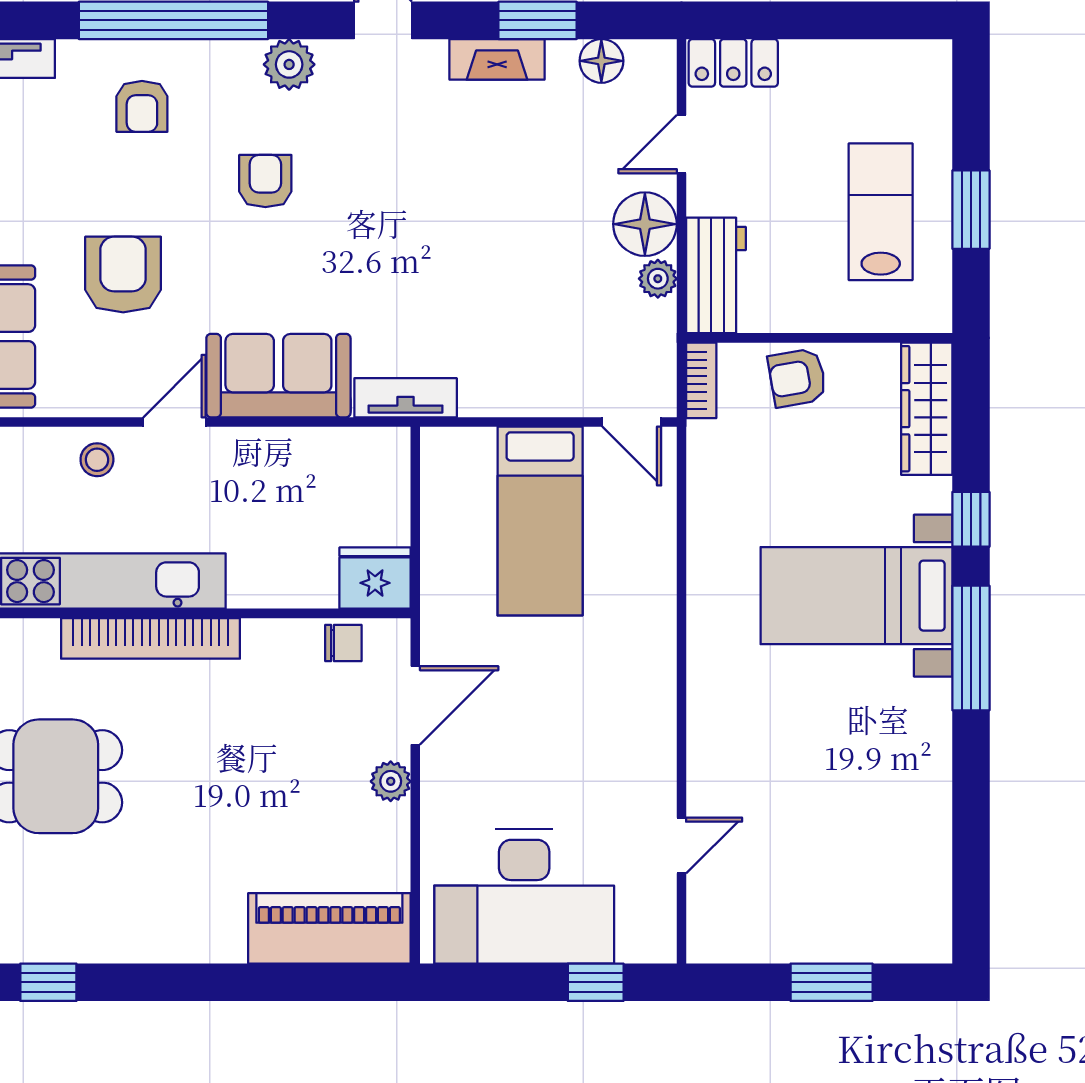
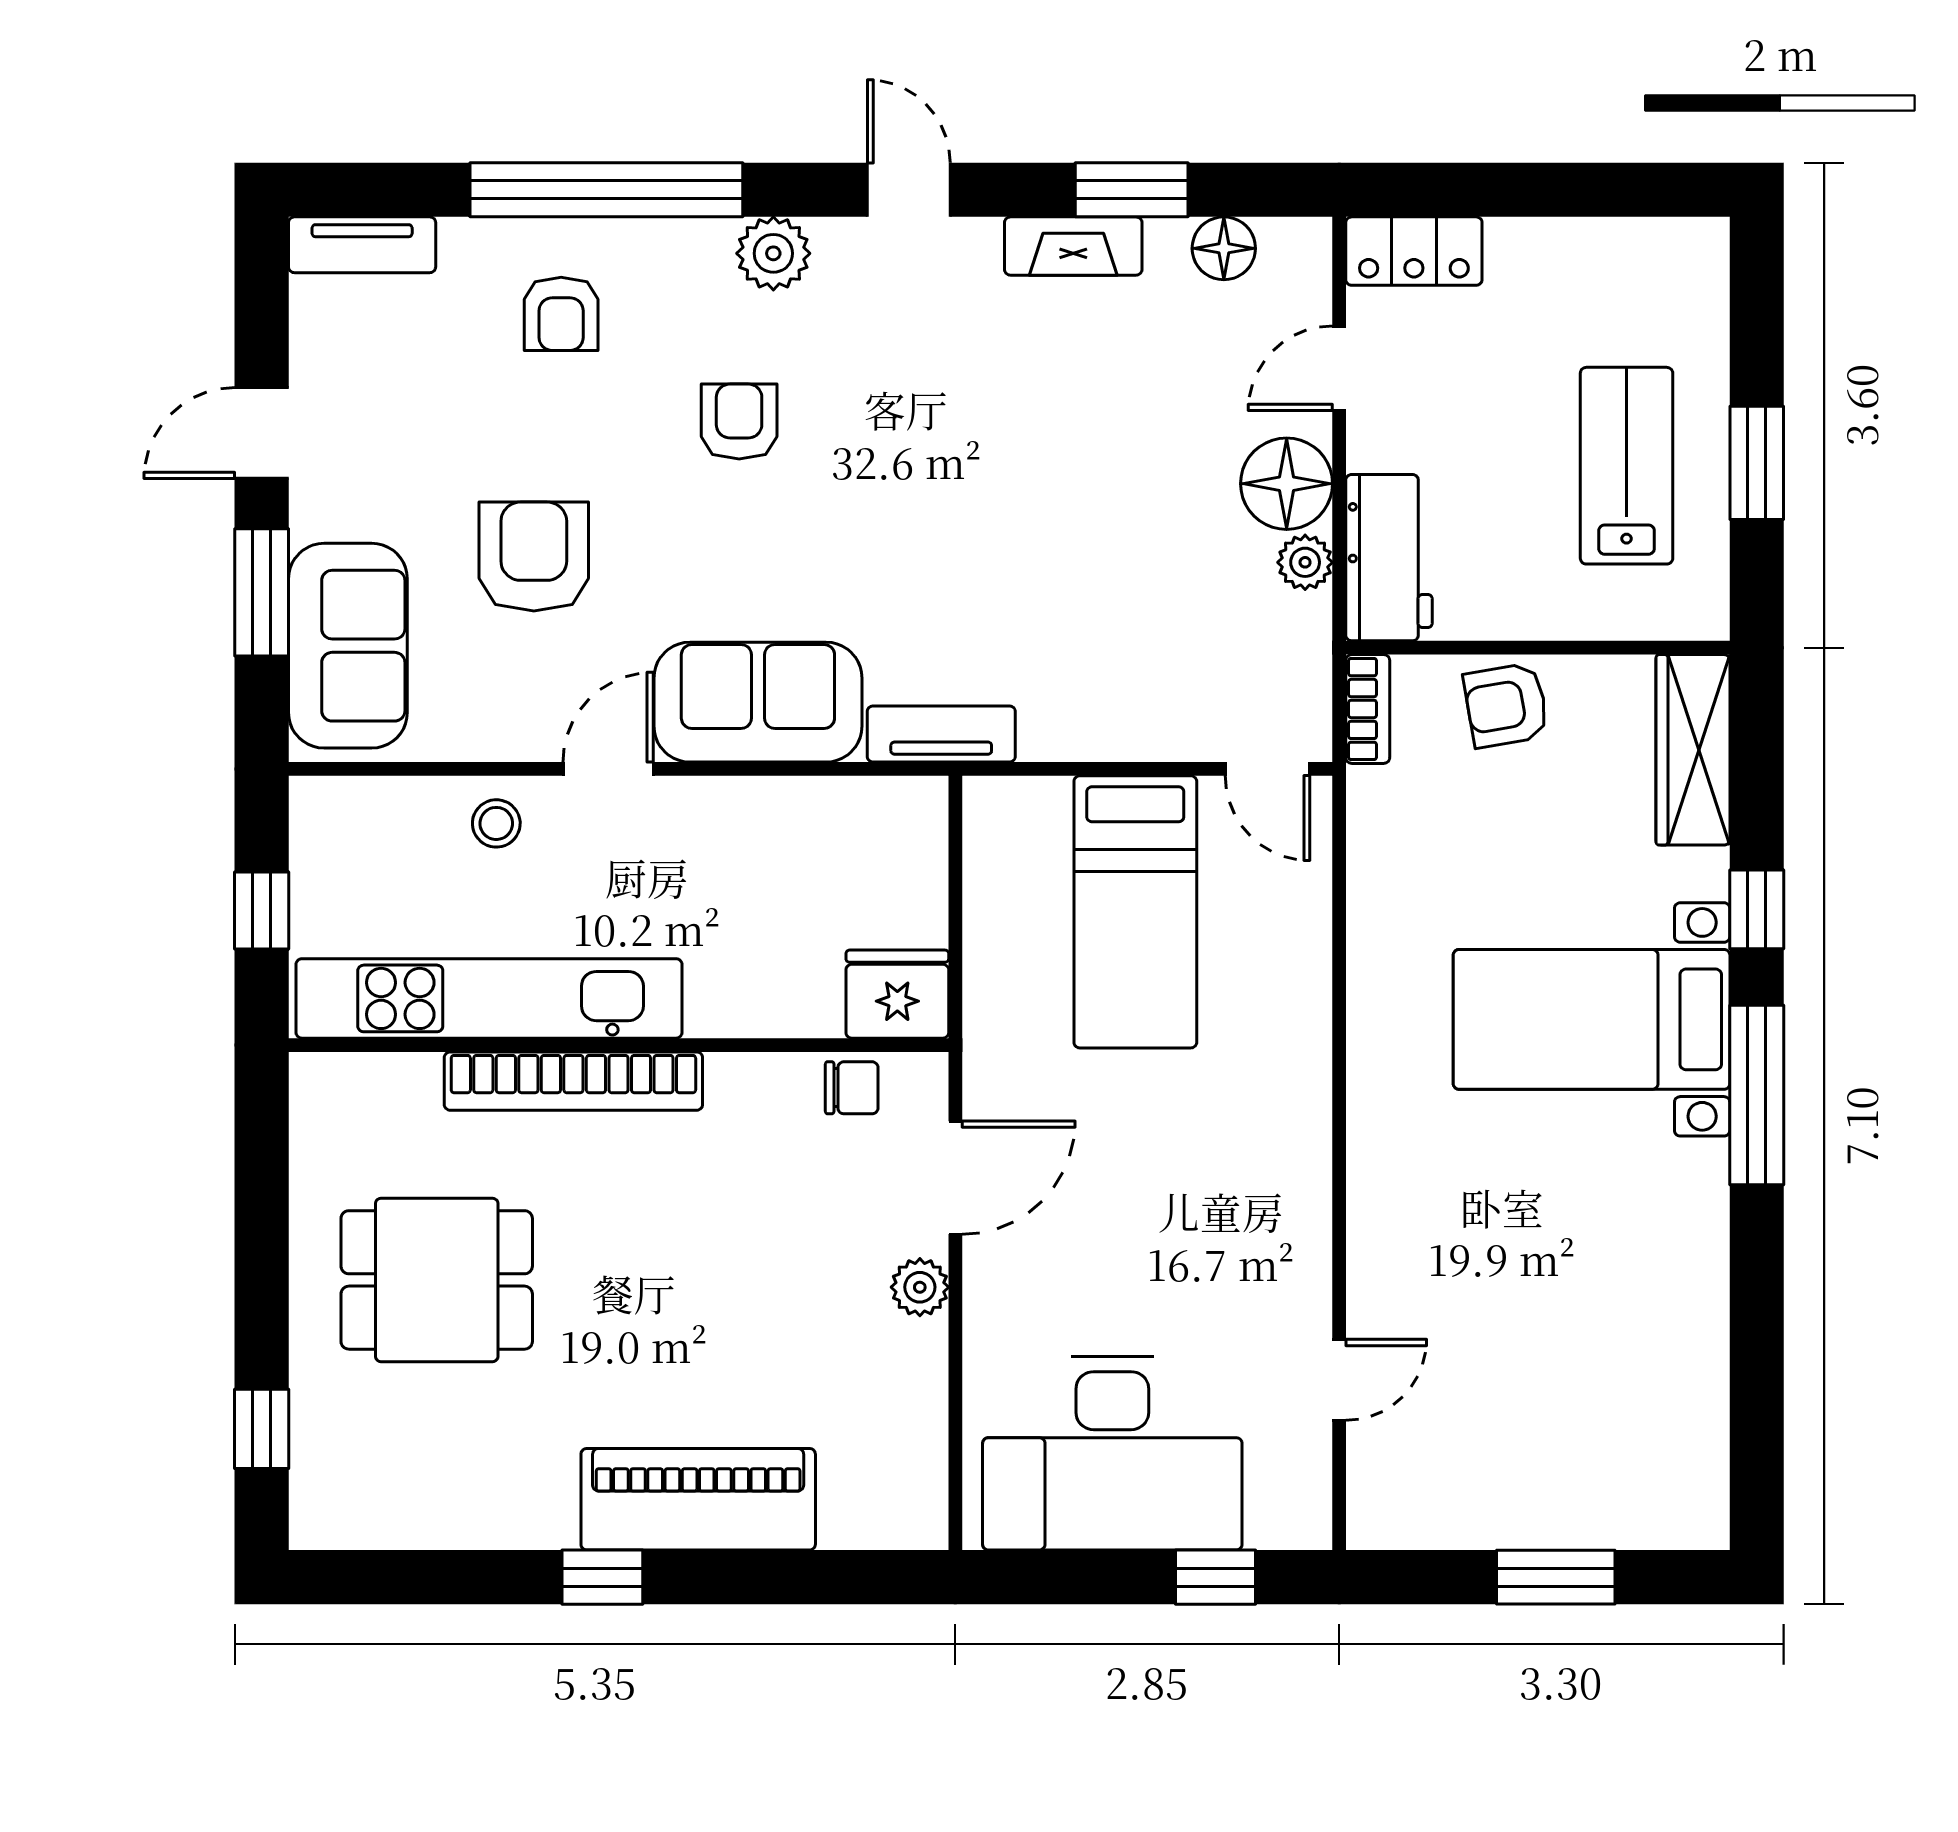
piano: (329, 928) -> (698, 1499), moved
window: (48, 982) -> (602, 1577), moved

